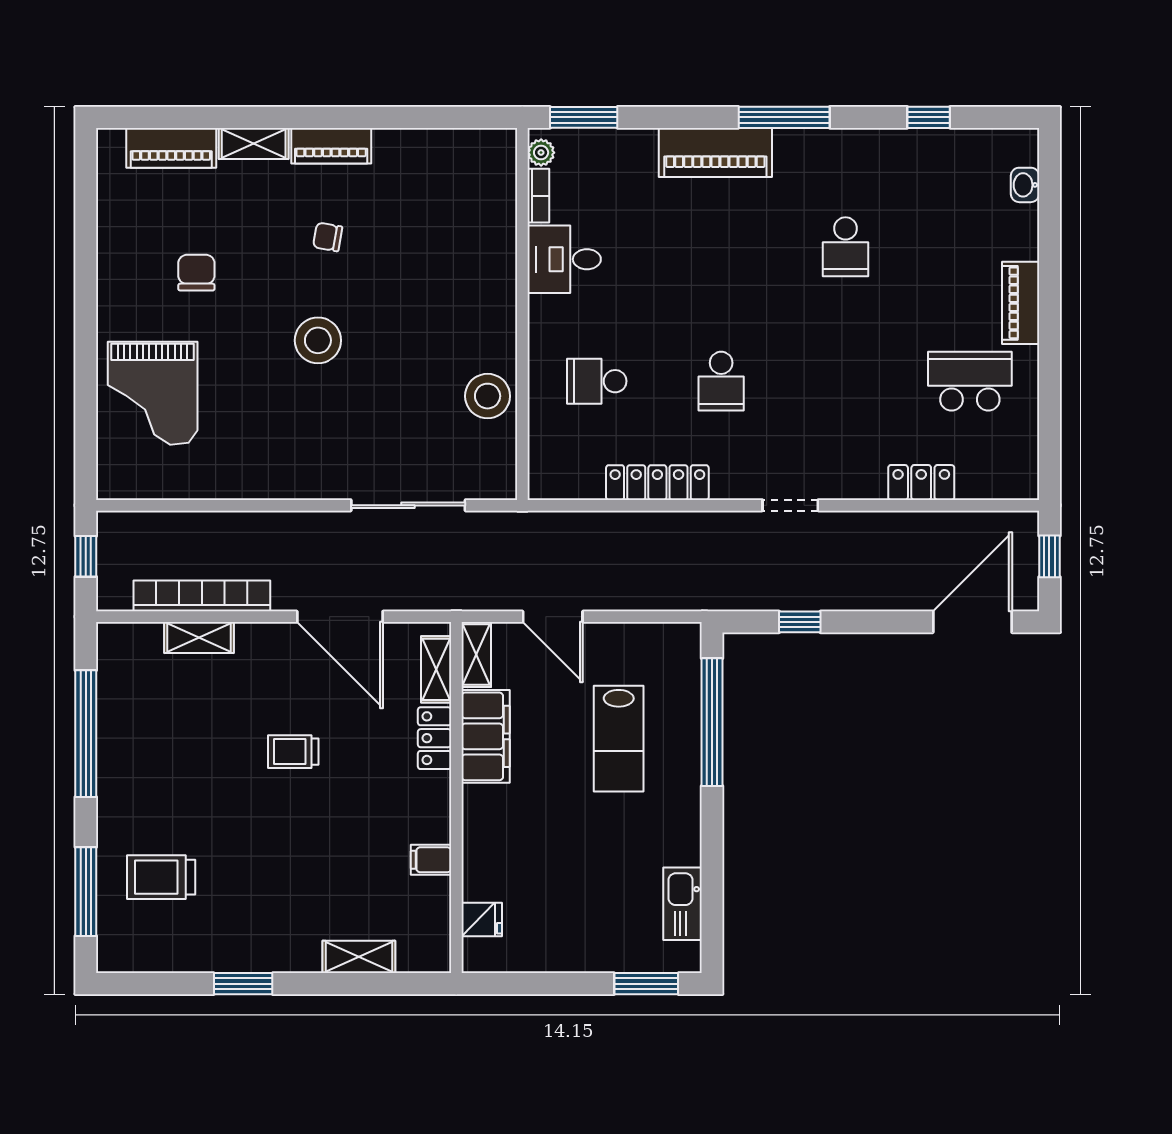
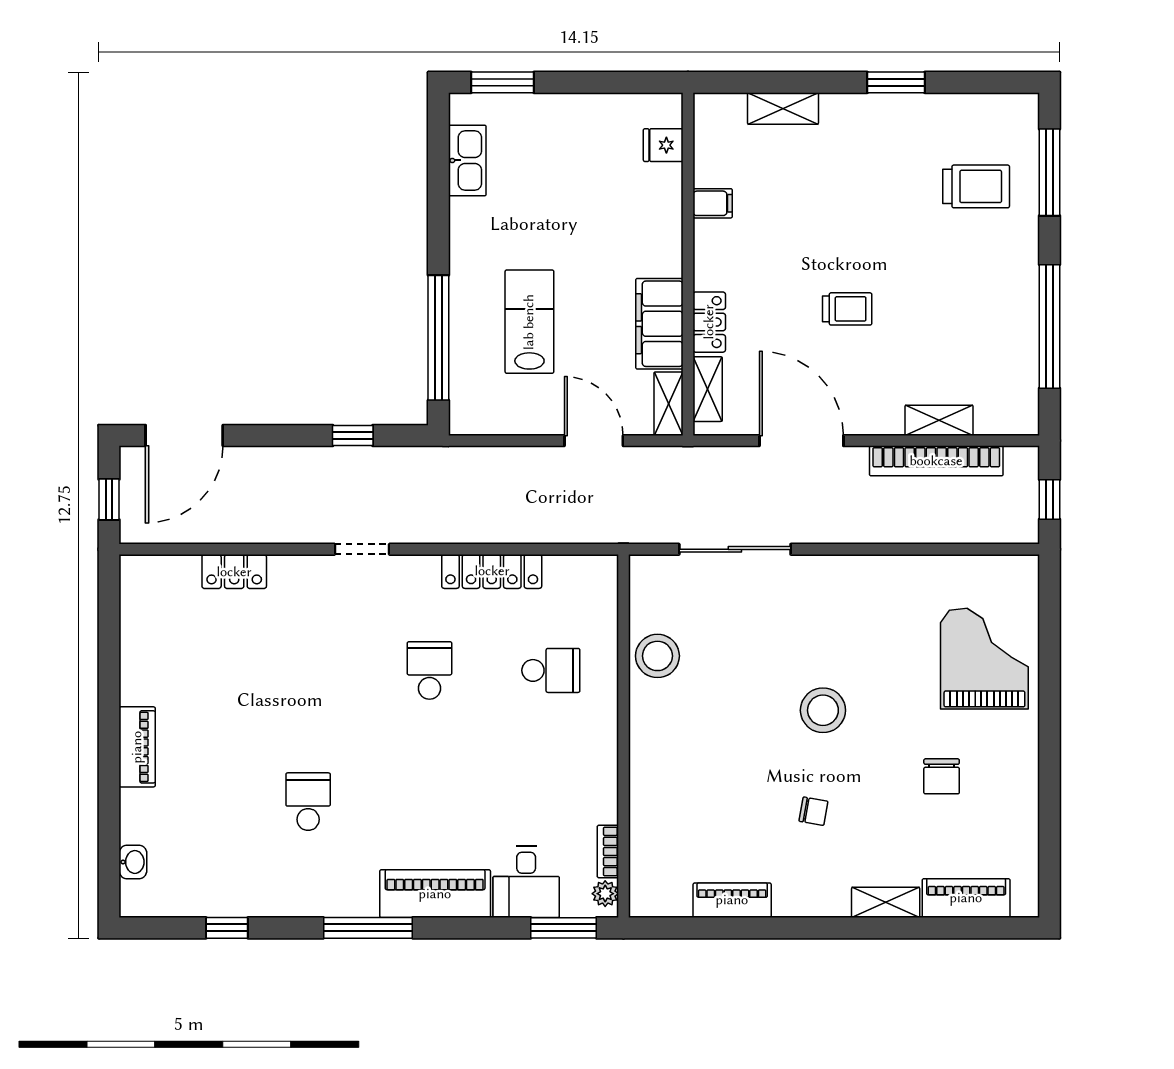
piano: (331, 146) -> (732, 900), moved
desk: (564, 259) -> (526, 882), moved, turned 90
school desk: (970, 381) -> (187, 670), removed

